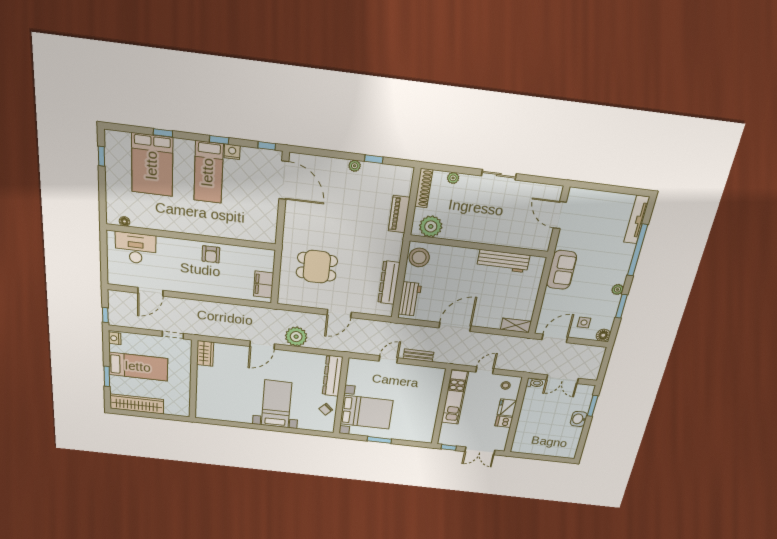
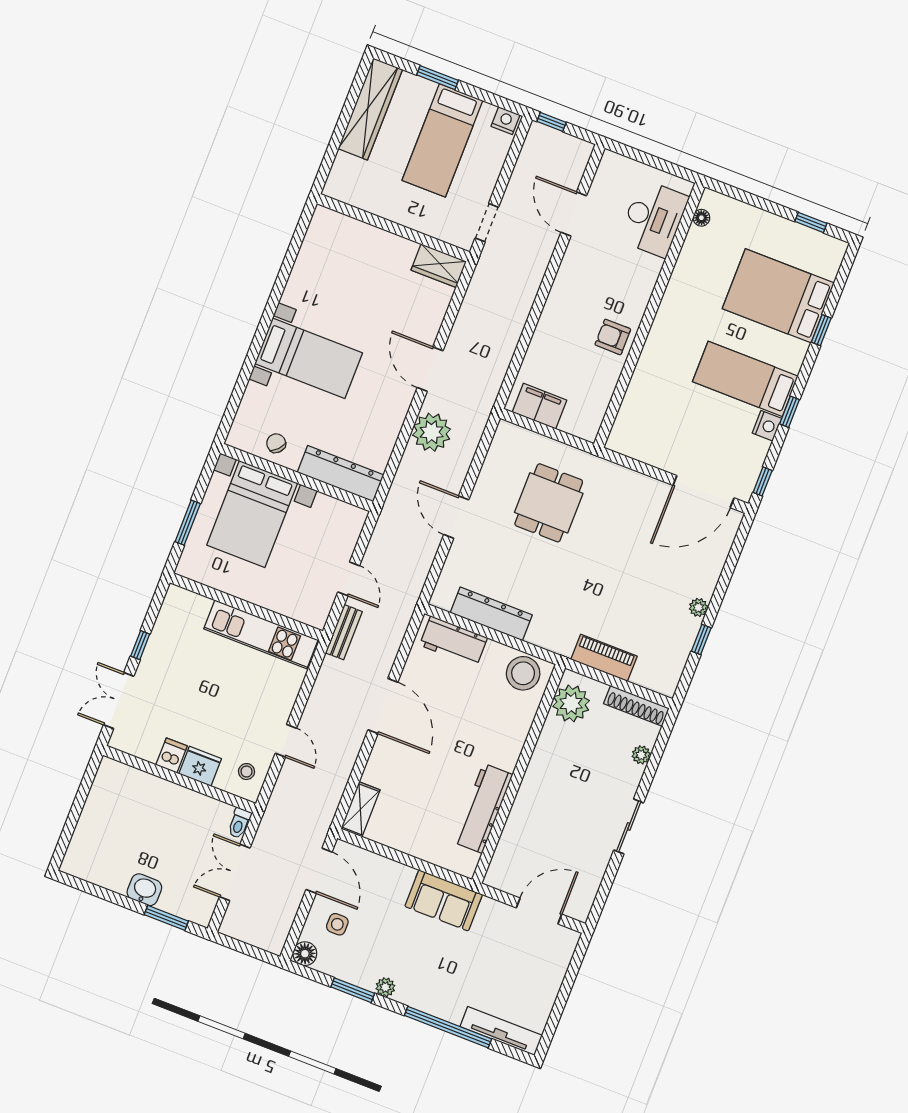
kitchen unit: (455, 397) -> (261, 634), moved
wall: (441, 407) -> (246, 607), moved

